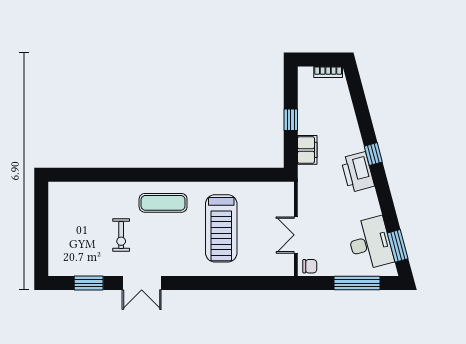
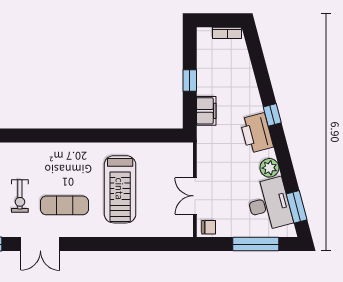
exercise mat: (163, 203) -> (64, 205), moved
plant: (371, 207) -> (269, 168), added

